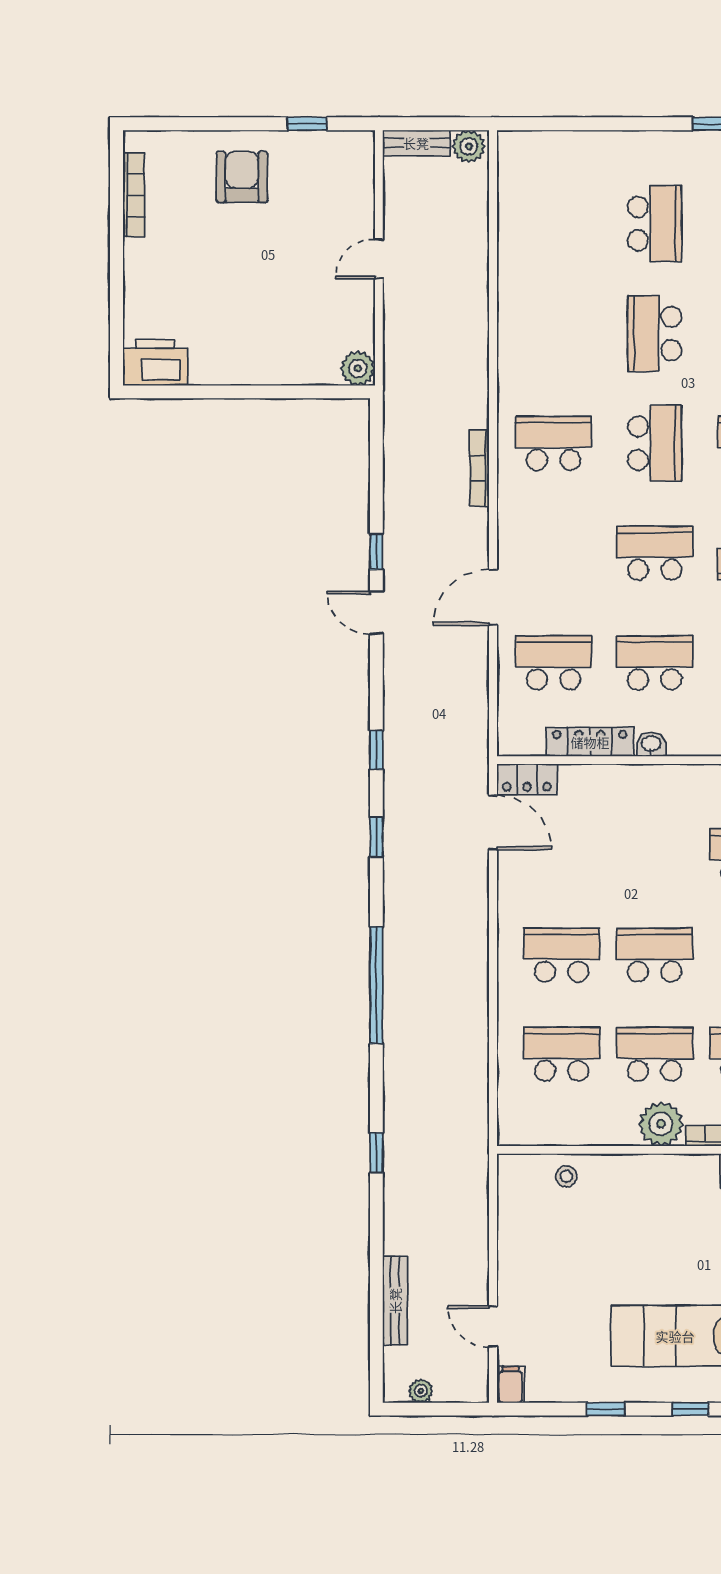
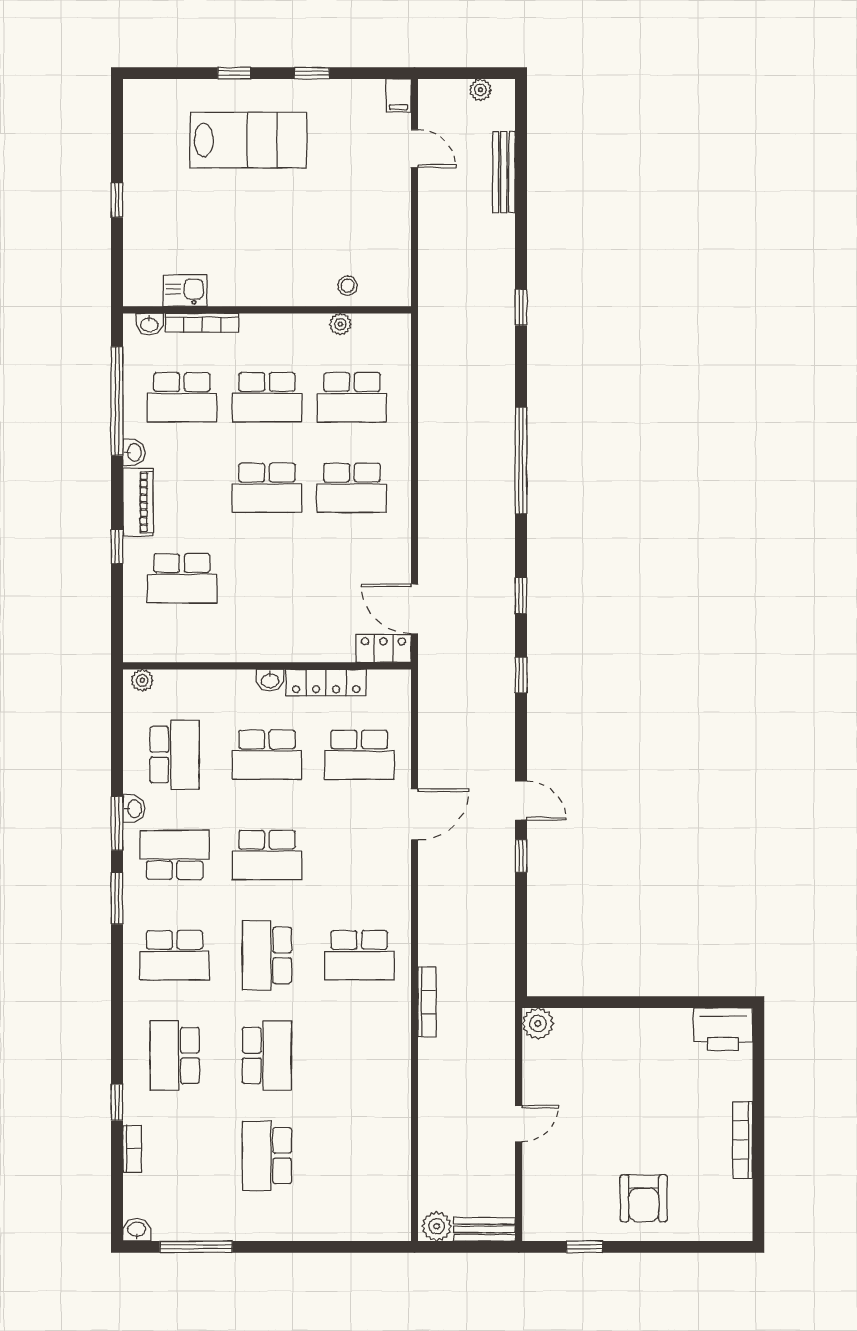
bookcase: (134, 195) -> (743, 1140), moved
bookcase: (479, 468) -> (427, 1002), moved
plant: (661, 1124) -> (340, 324), moved, width x0.53, depth x0.53

